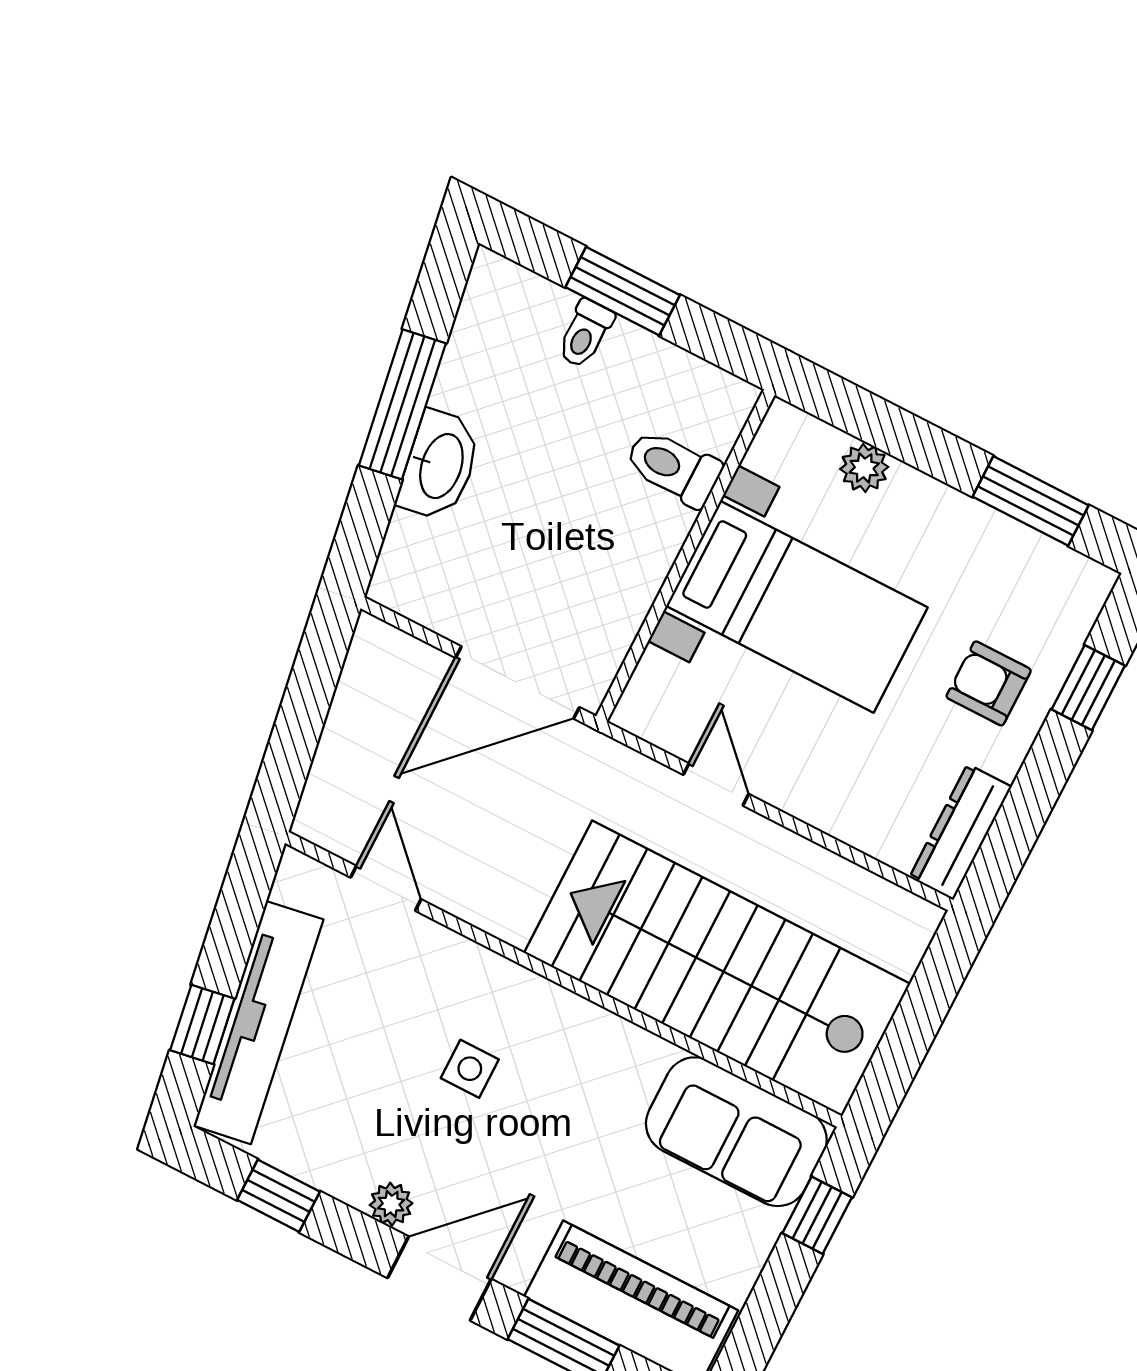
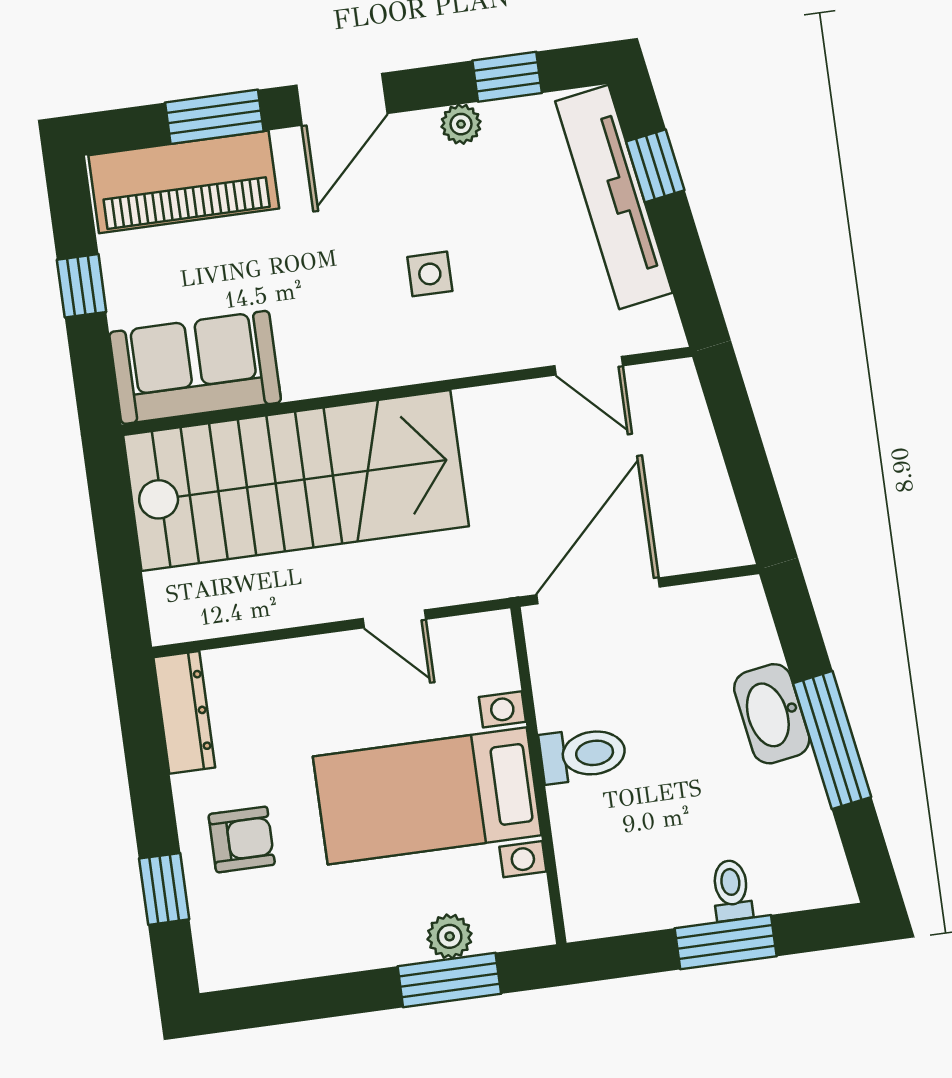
toilet: (673, 467) -> (583, 754), moved
window: (1031, 501) -> (449, 980), moved
plant: (391, 1204) -> (461, 124), moved
window: (817, 1215) -> (82, 286), moved

